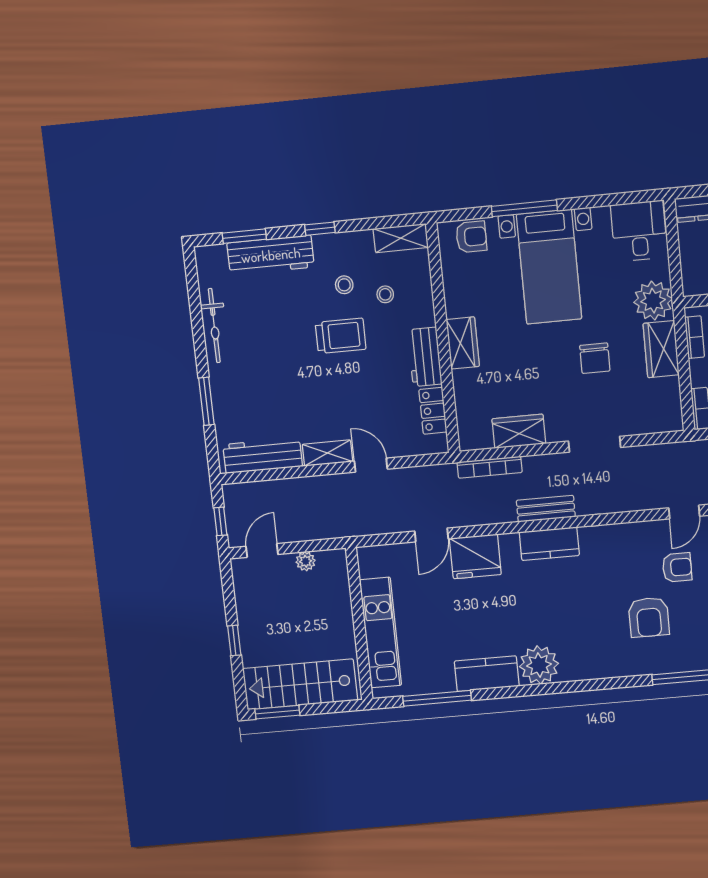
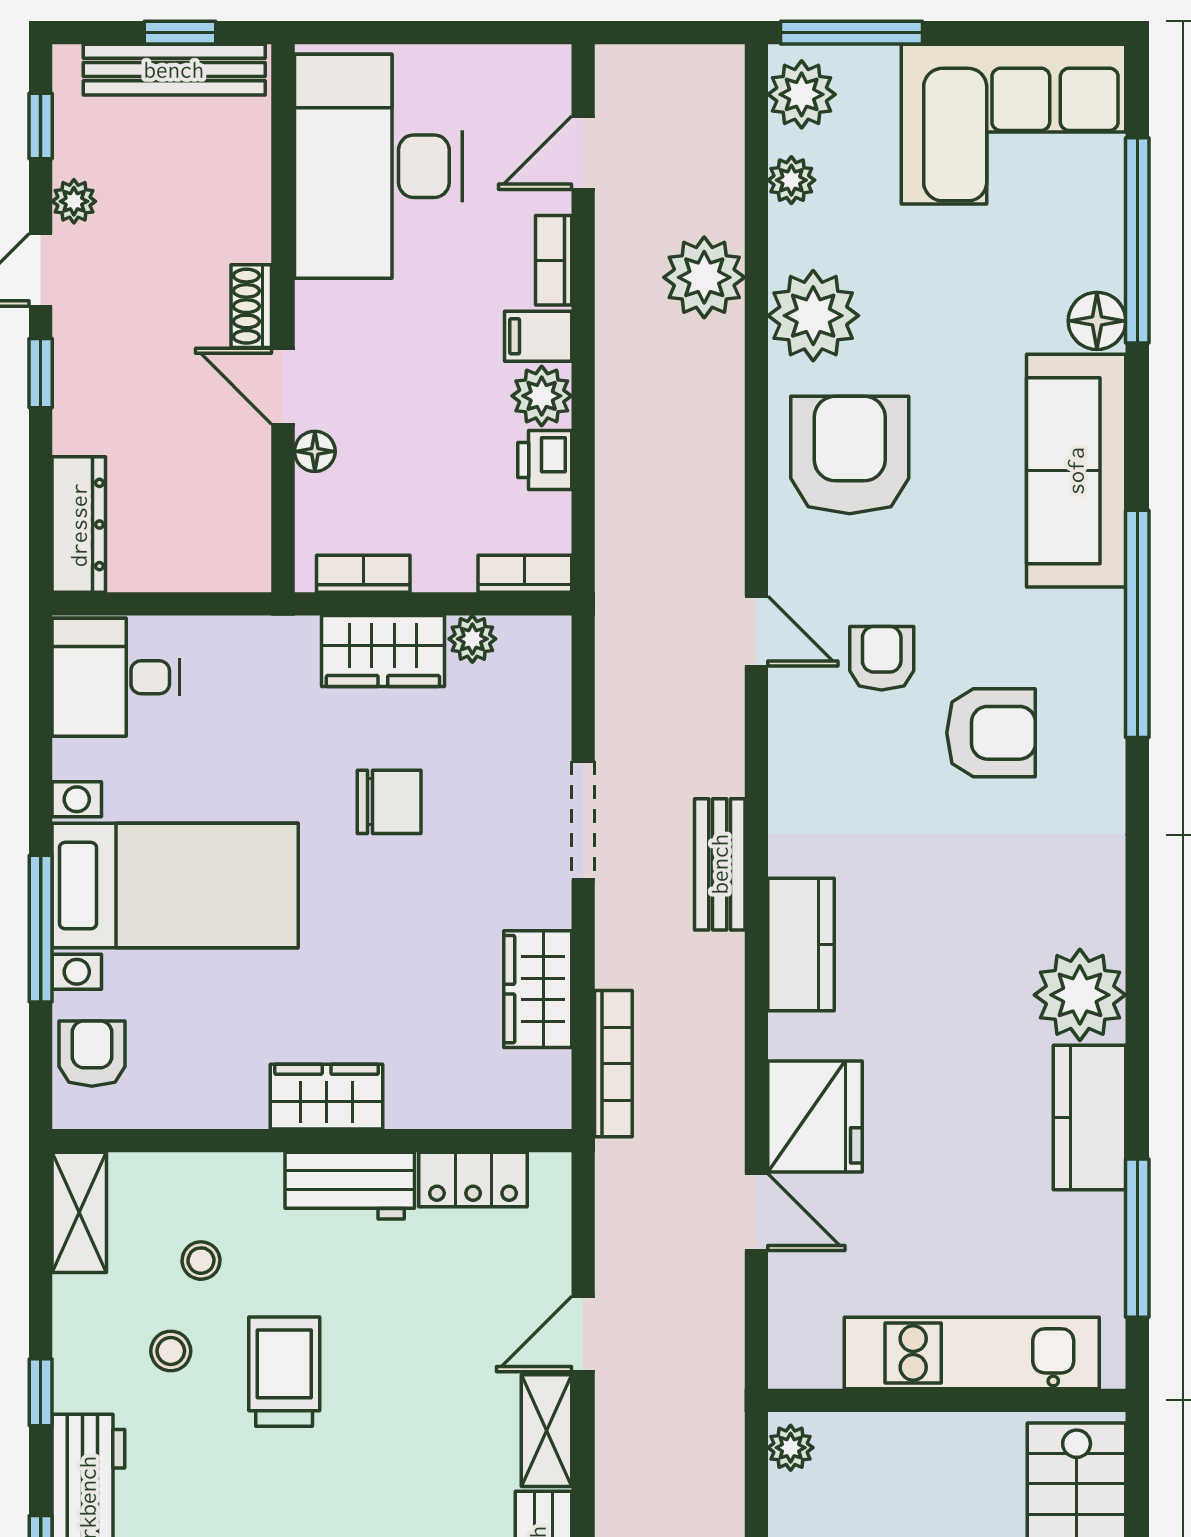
plant: (653, 301) -> (472, 639), moved, width x0.53, depth x0.53
bench: (546, 509) -> (720, 864), moved
plant: (306, 561) -> (791, 1448), moved

